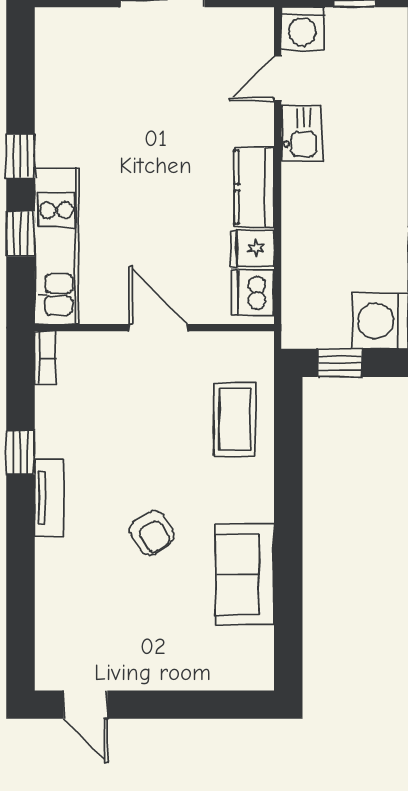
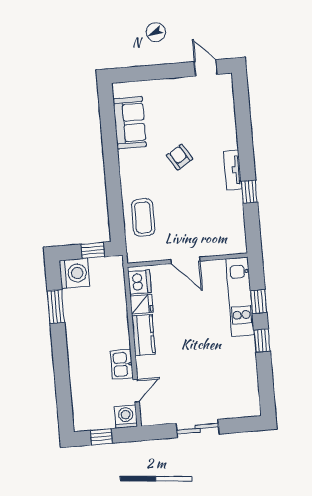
bookcase: (45, 358) -> (241, 240), removed
sofa: (245, 575) -> (130, 123), moved

